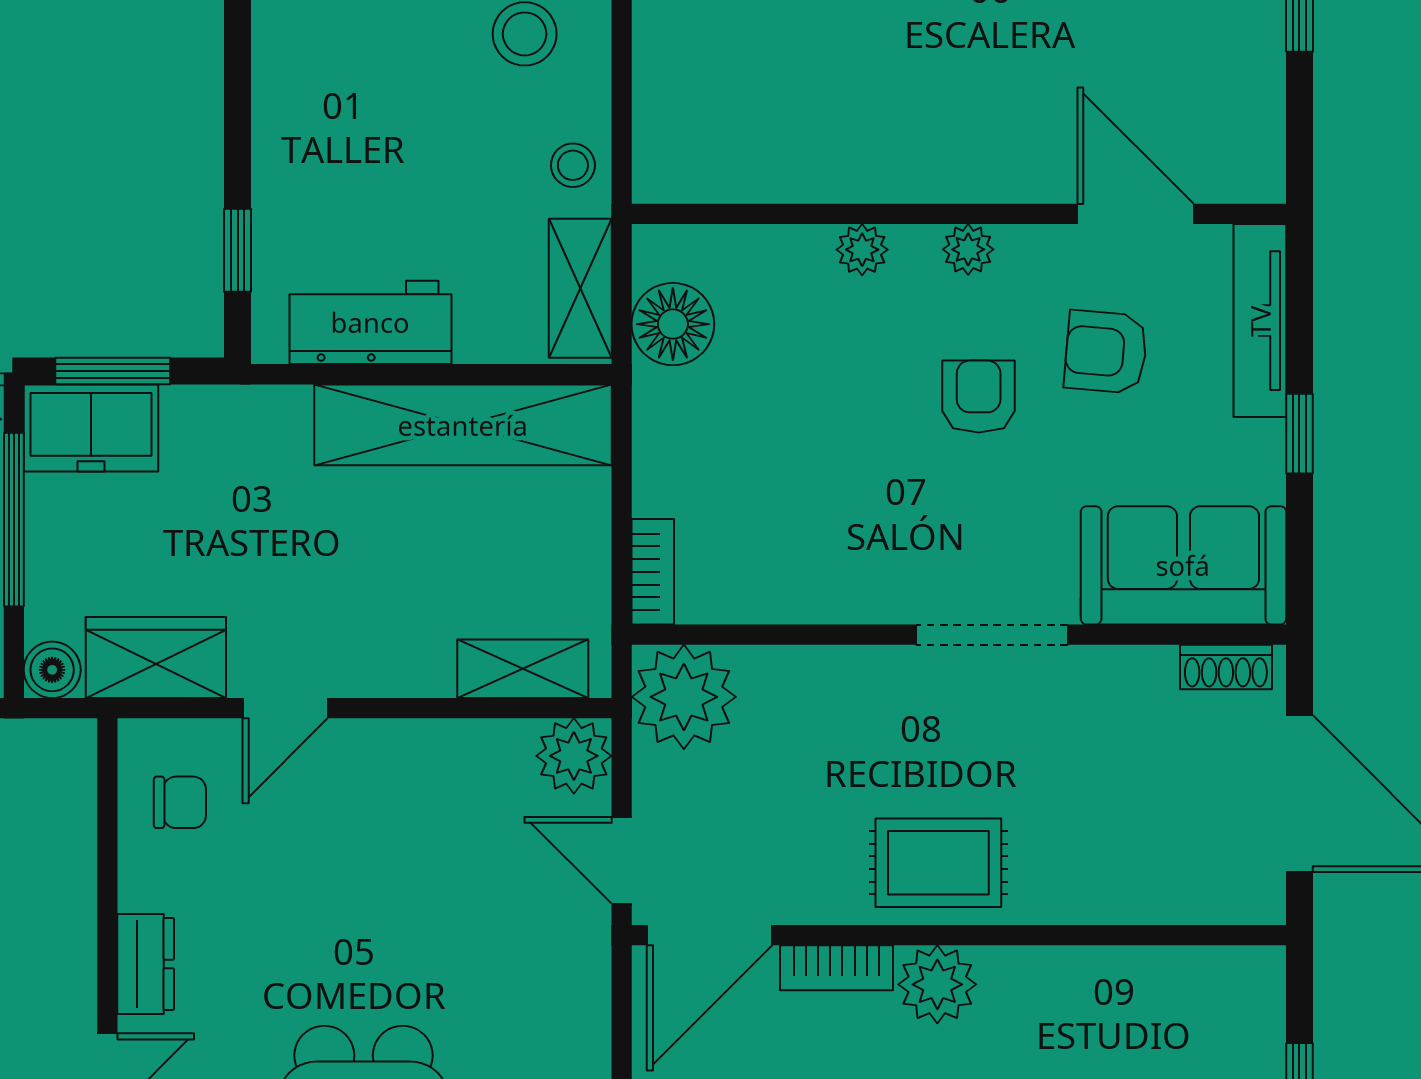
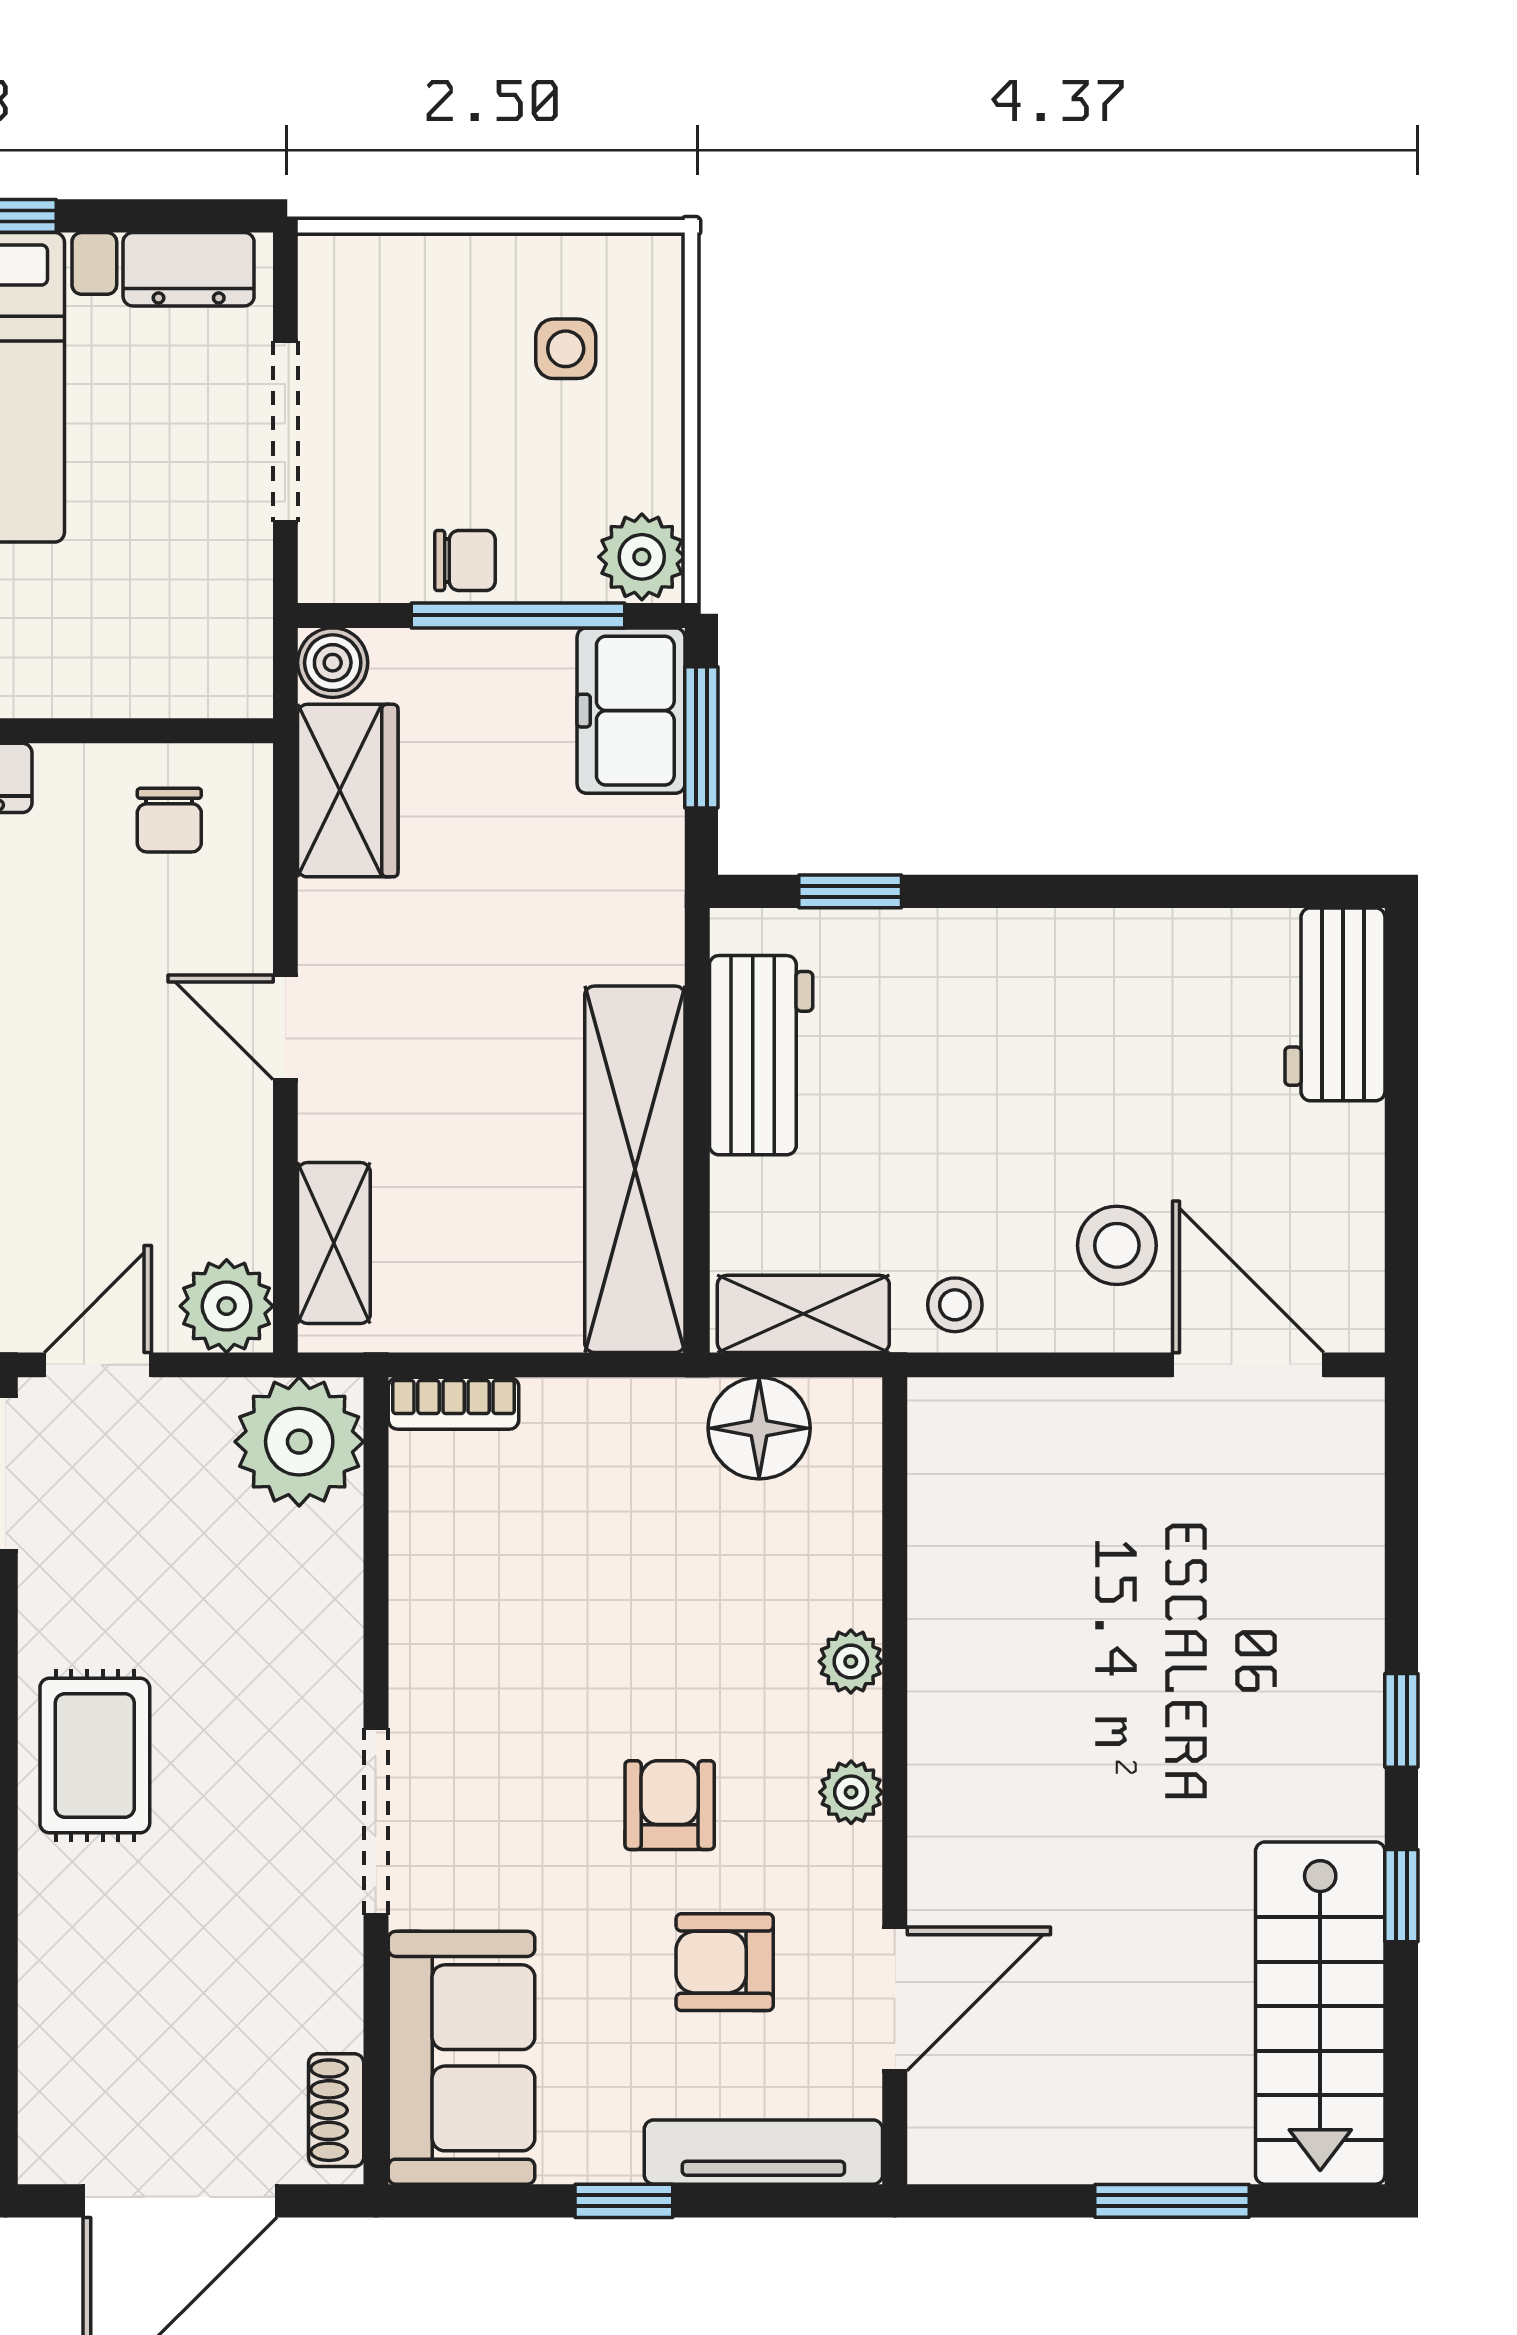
armchair: (1106, 352) -> (725, 1962), turned -95
armchair: (979, 397) -> (670, 1805), turned -90
door: (285, 708) -> (285, 1027), moved

